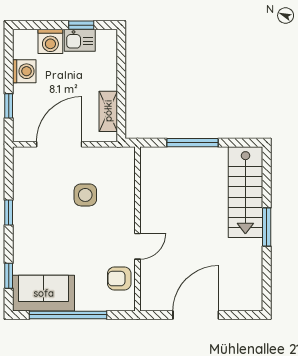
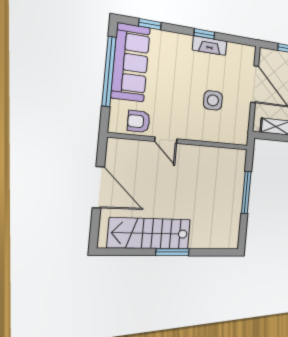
stairs: (245, 192) -> (150, 233), moved
fireplace: (21, 205) -> (210, 46), added
armchair: (119, 279) -> (139, 121), turned -90
sofa: (44, 293) -> (131, 62), width x1.36

